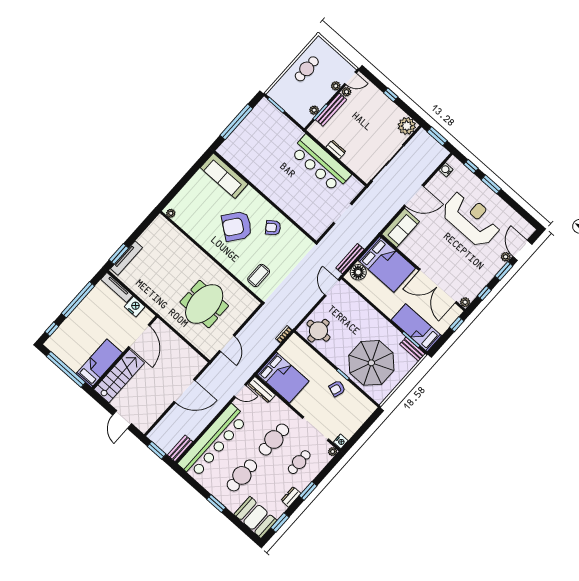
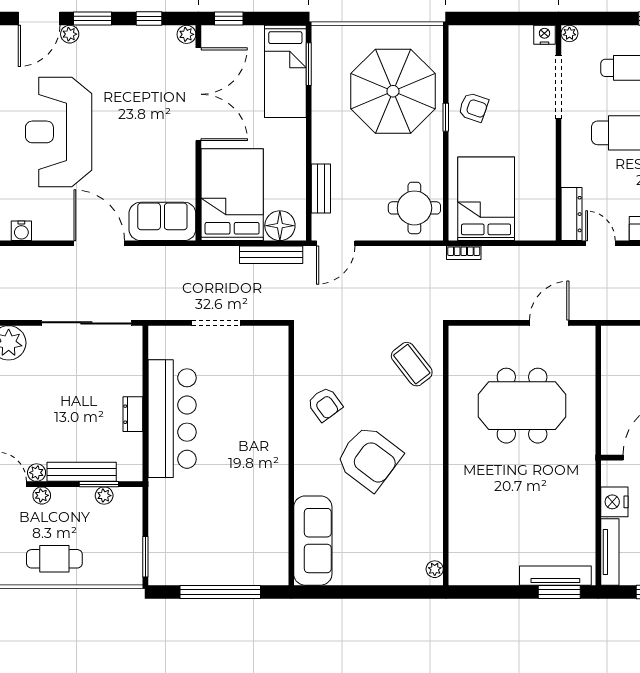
coffee table: (259, 275) -> (412, 364), turned 52
bench: (412, 349) -> (321, 188), moved
bed: (283, 378) -> (486, 199), moved

